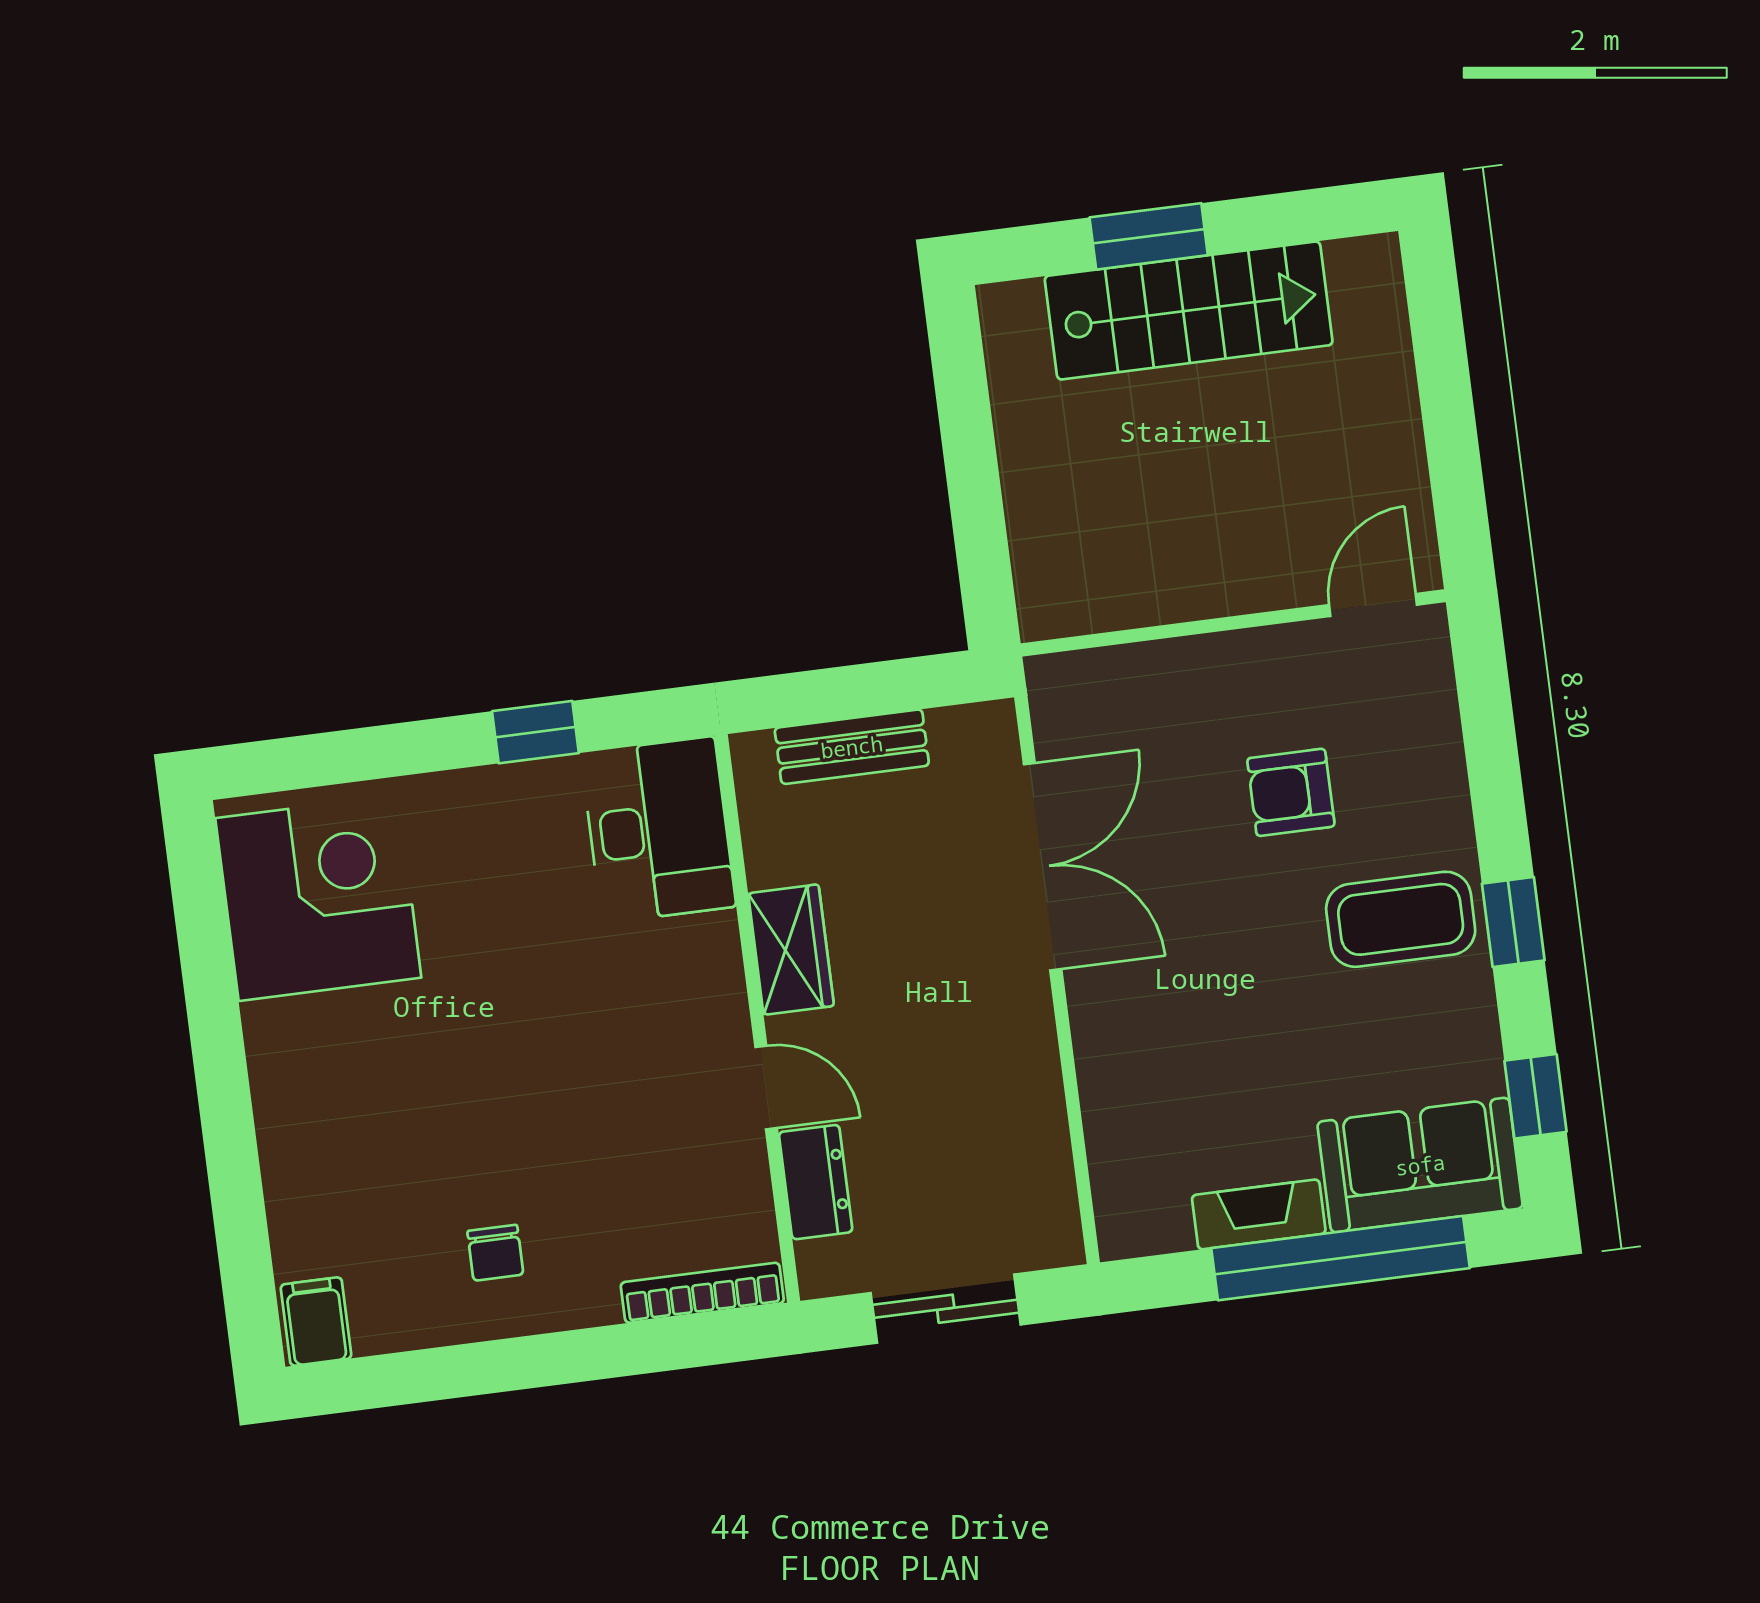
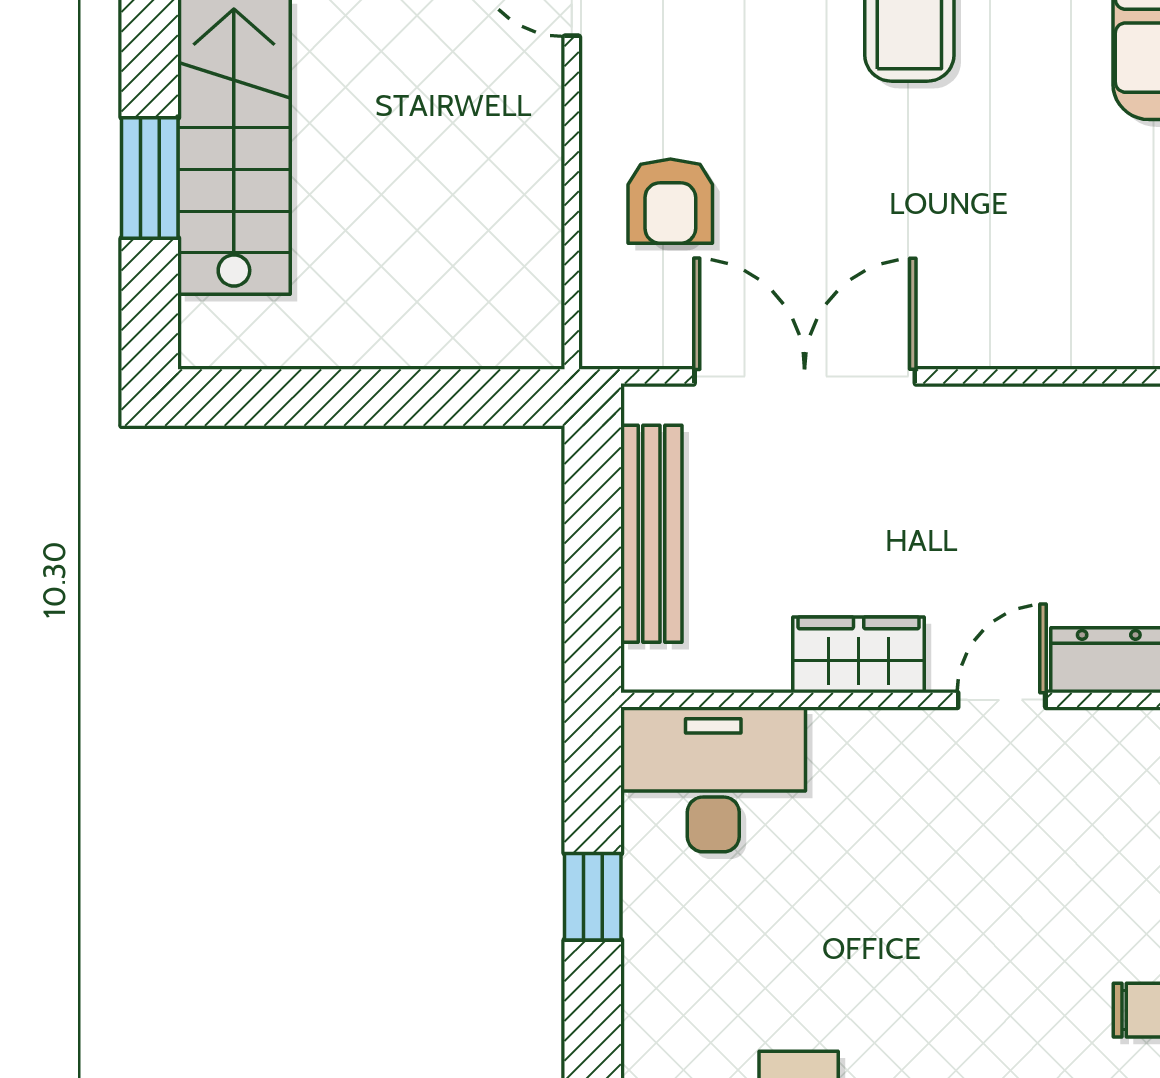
bench: (852, 747) -> (651, 534), width x1.36
armchair: (1291, 792) -> (670, 201), moved

